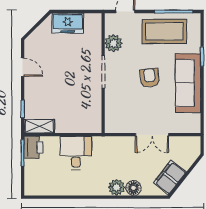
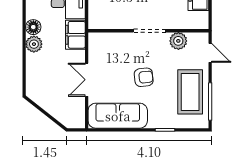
sofa: (188, 83) -> (118, 116), moved
filing cabinet: (170, 177) -> (75, 35), moved, turned -128
floor lamp: (134, 188) -> (33, 27), moved

